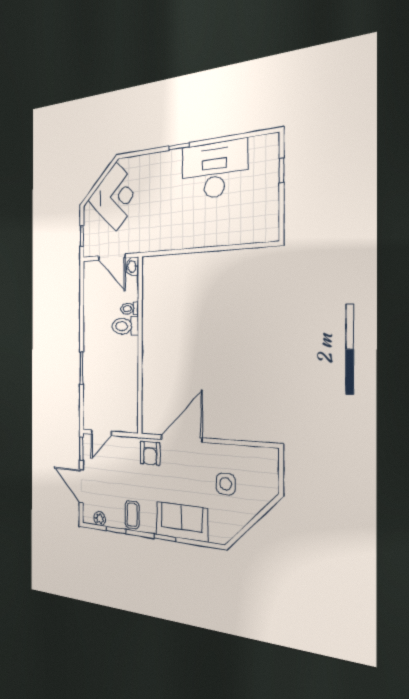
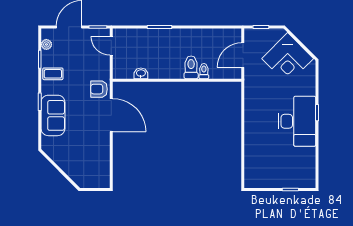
desk: (214, 170) -> (297, 121), moved
washbasin: (132, 266) -> (141, 73), moved
side table: (226, 484) -> (83, 150), removed

